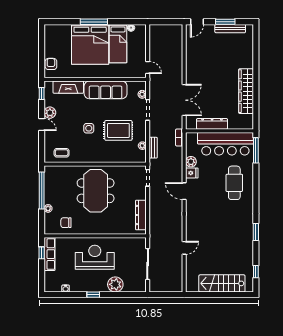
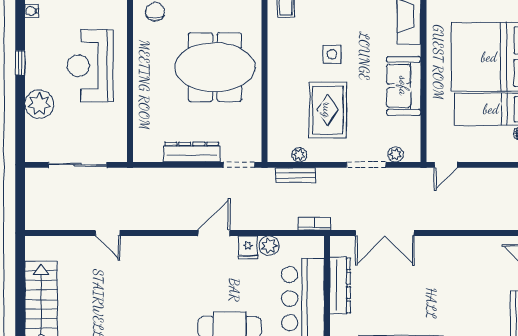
sofa: (106, 90) -> (404, 86), width x0.73
dresser: (141, 215) -> (192, 152), moved
reception desk: (95, 257) -> (90, 66), turned 180

